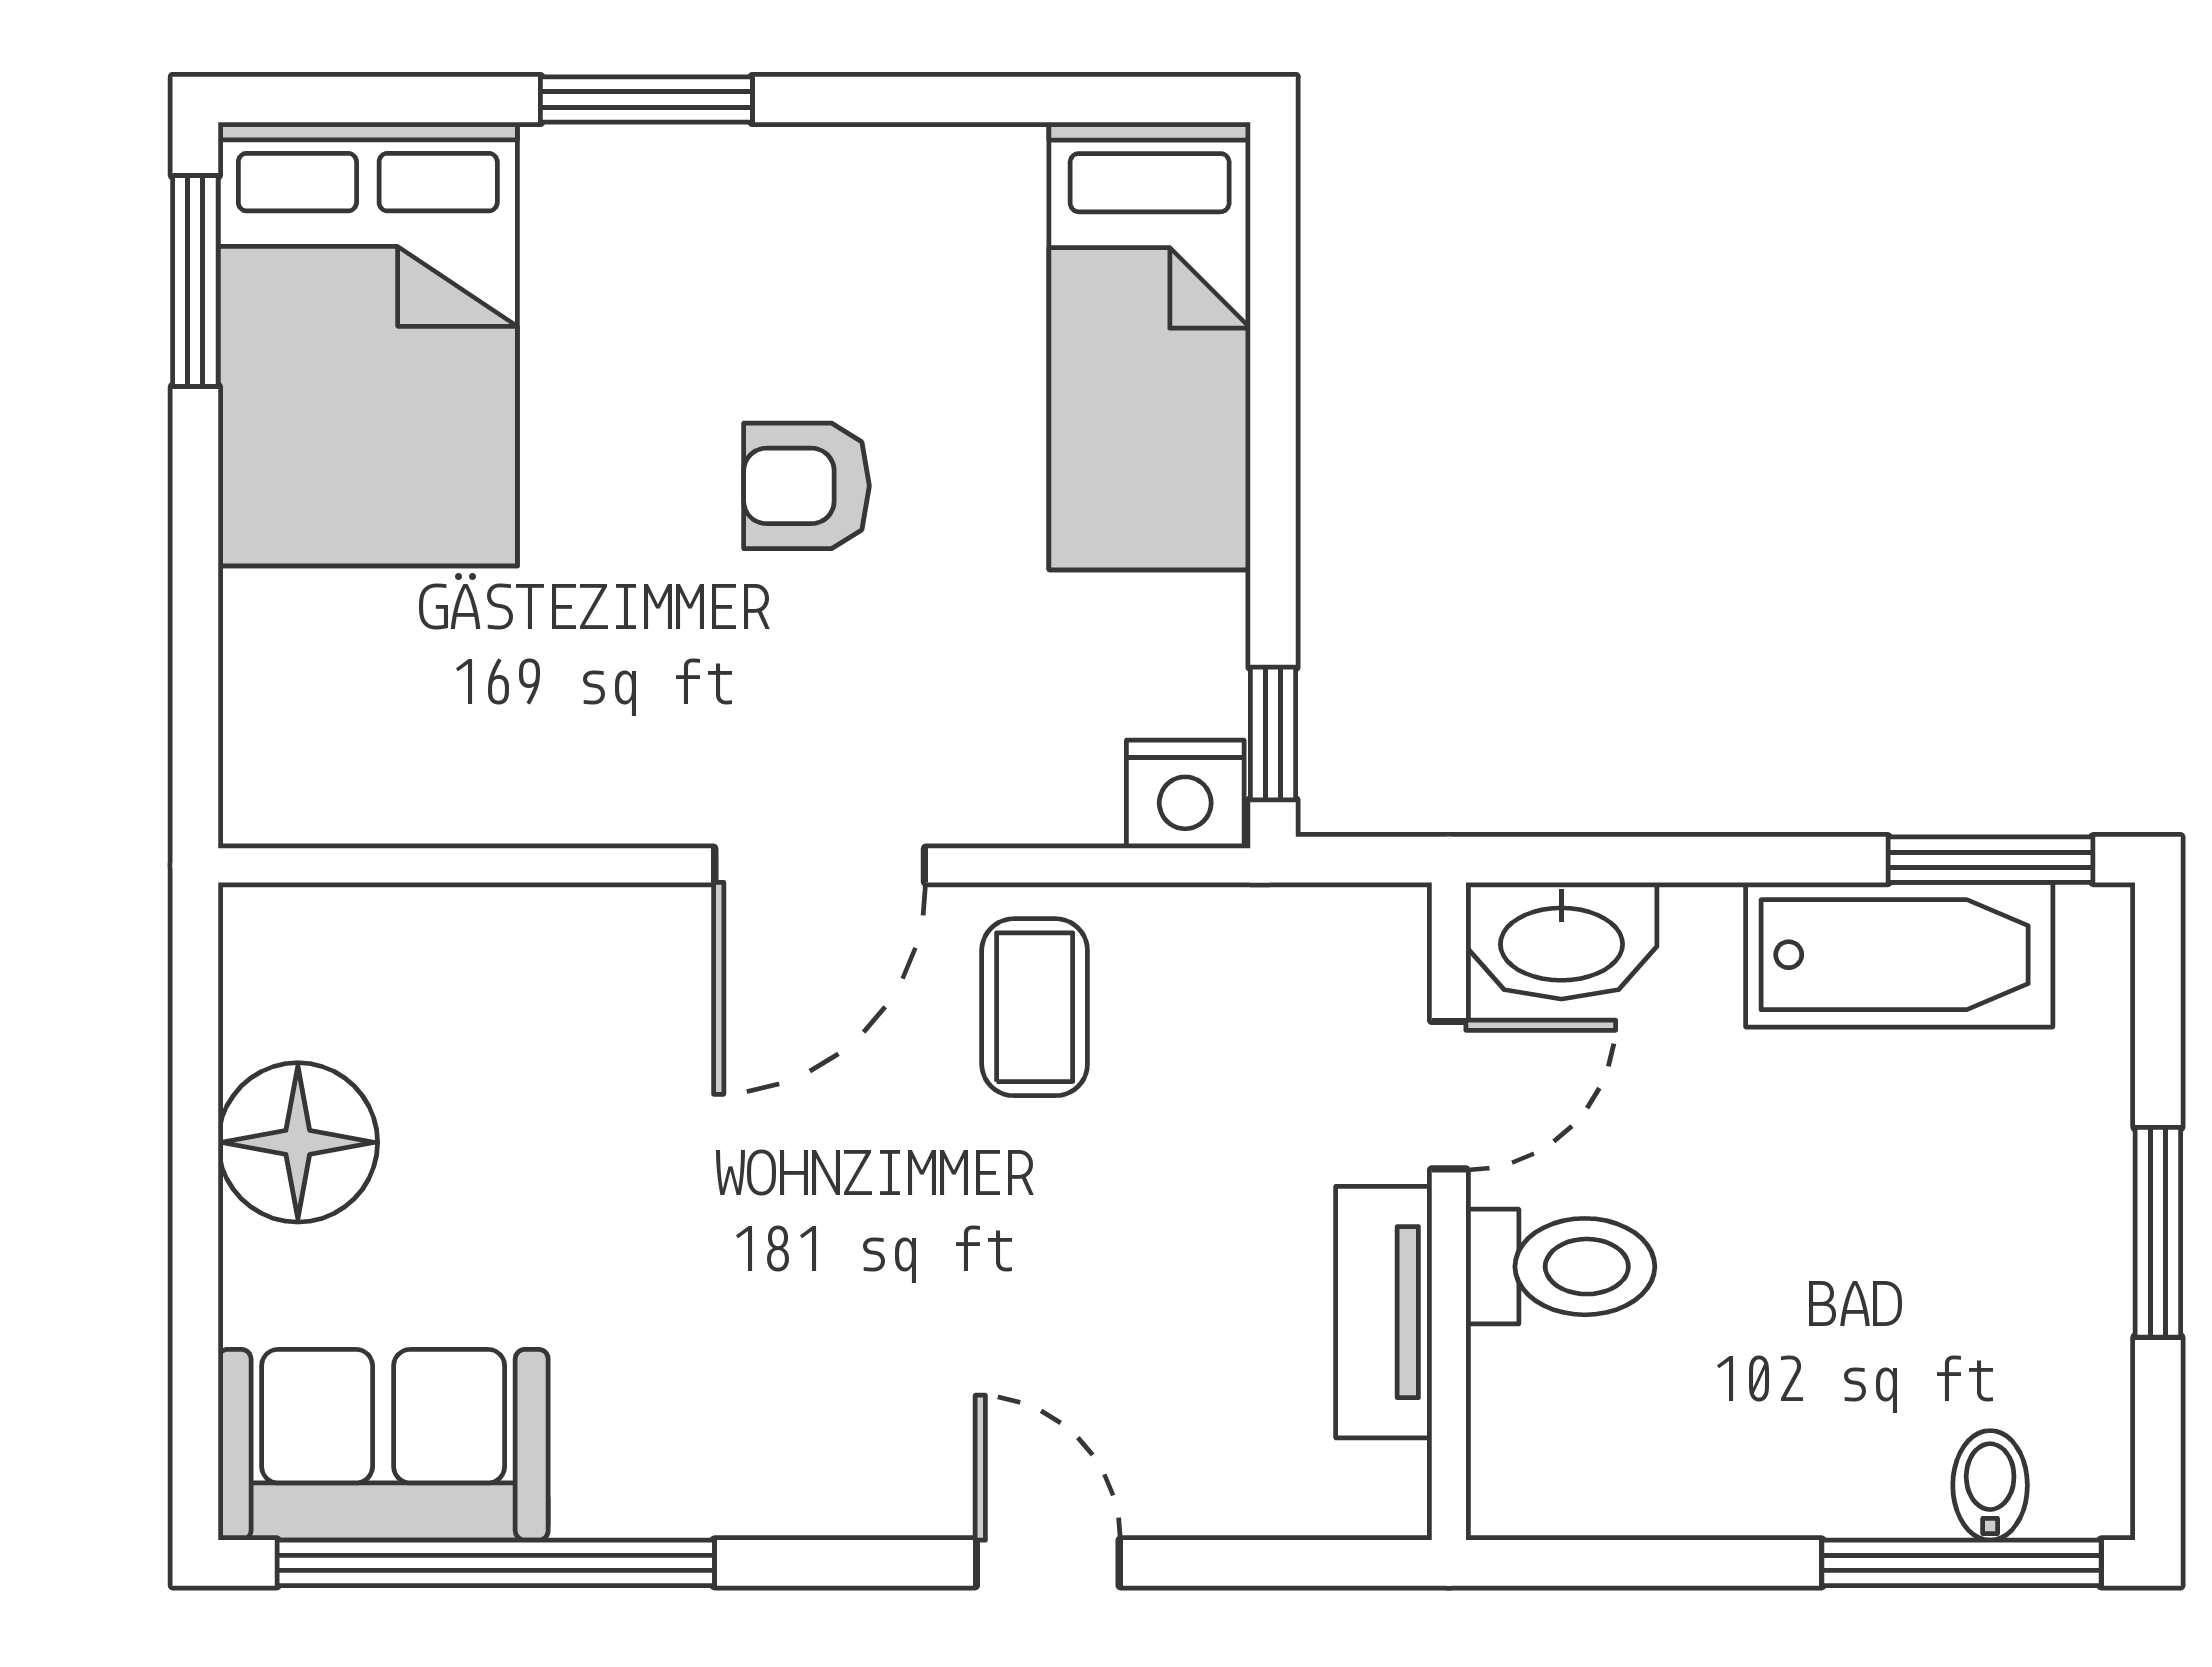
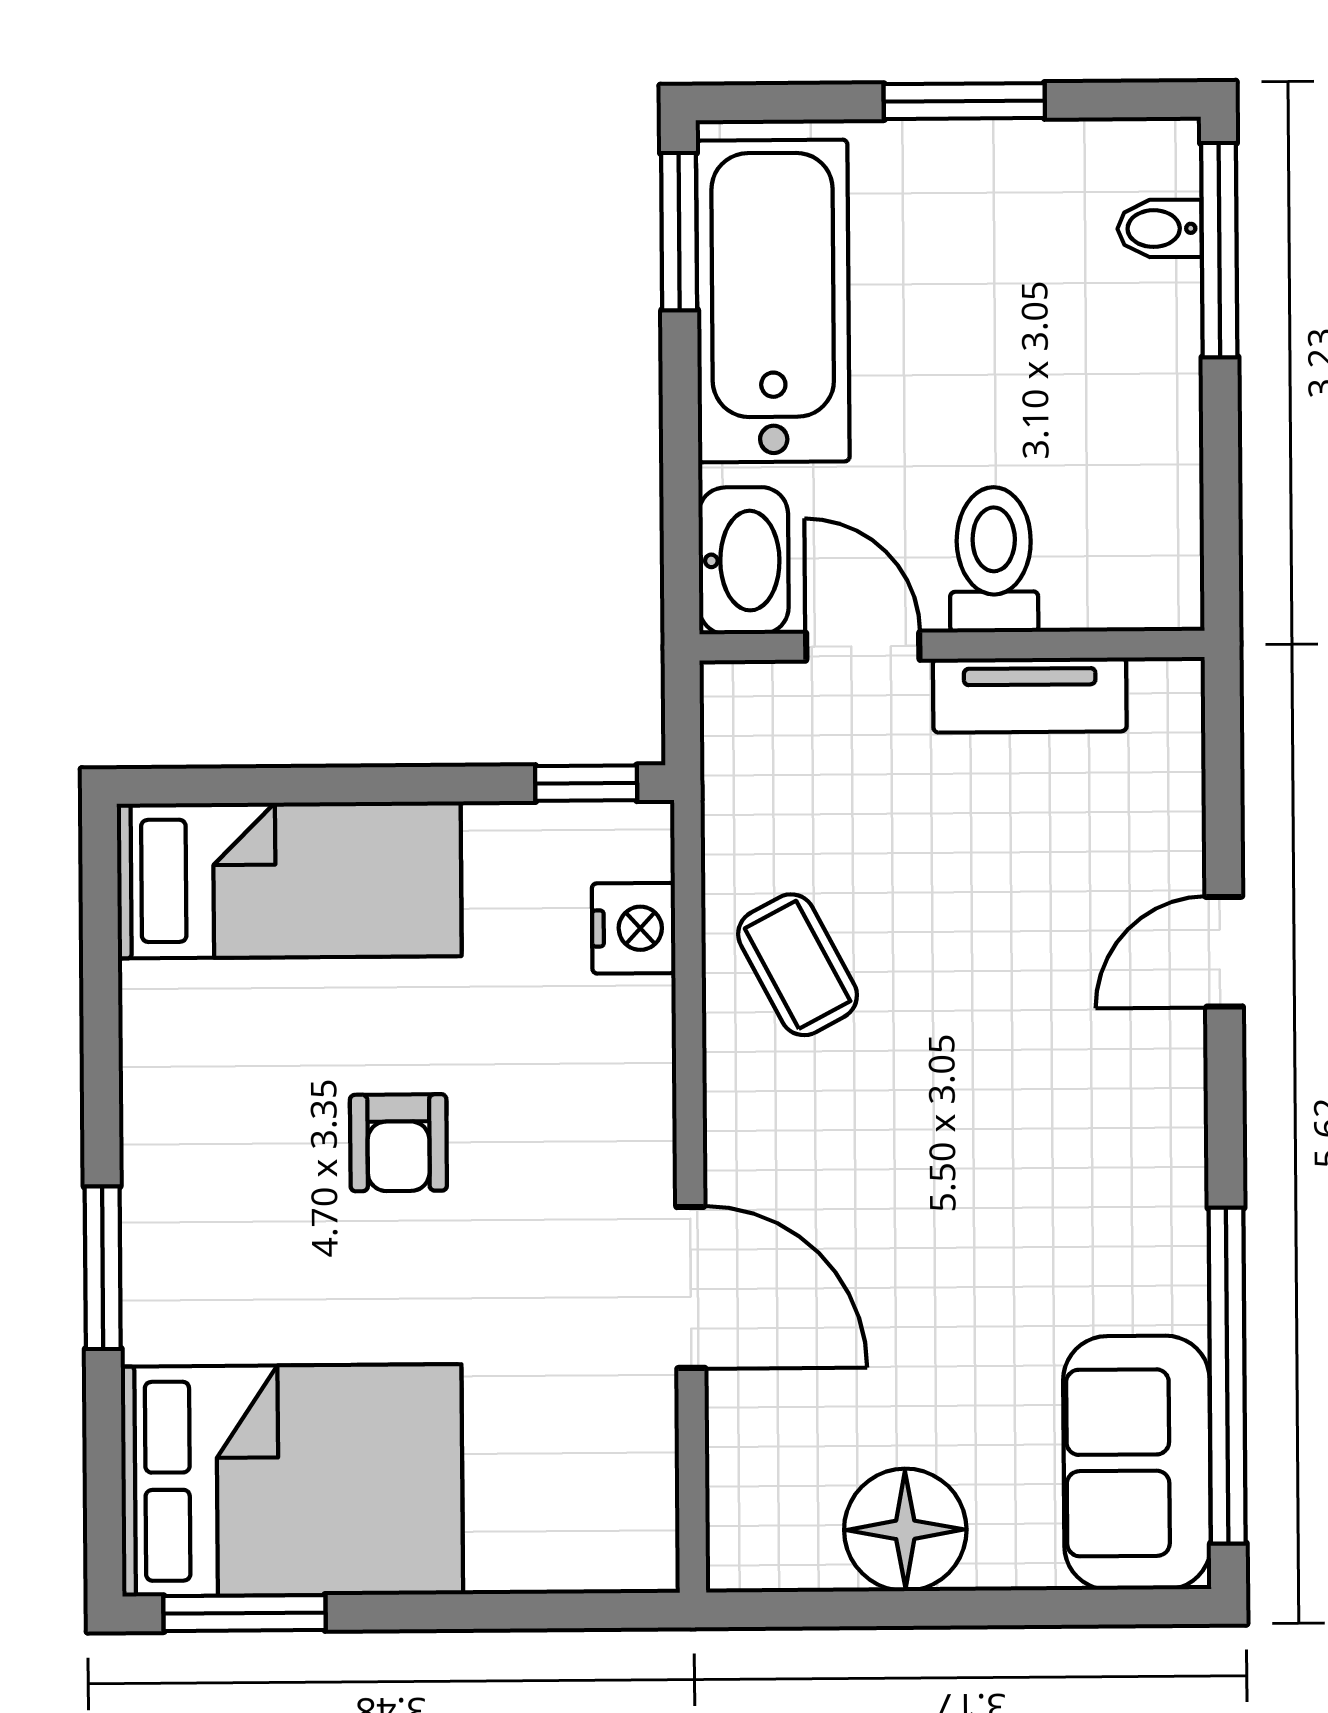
nightstand: (1185, 794) -> (634, 928), moved
door: (820, 865) -> (691, 1287), moved
bathtub: (1899, 955) -> (773, 301), width x1.36, depth x1.36
coffee table: (1035, 1007) -> (798, 965), turned 62

